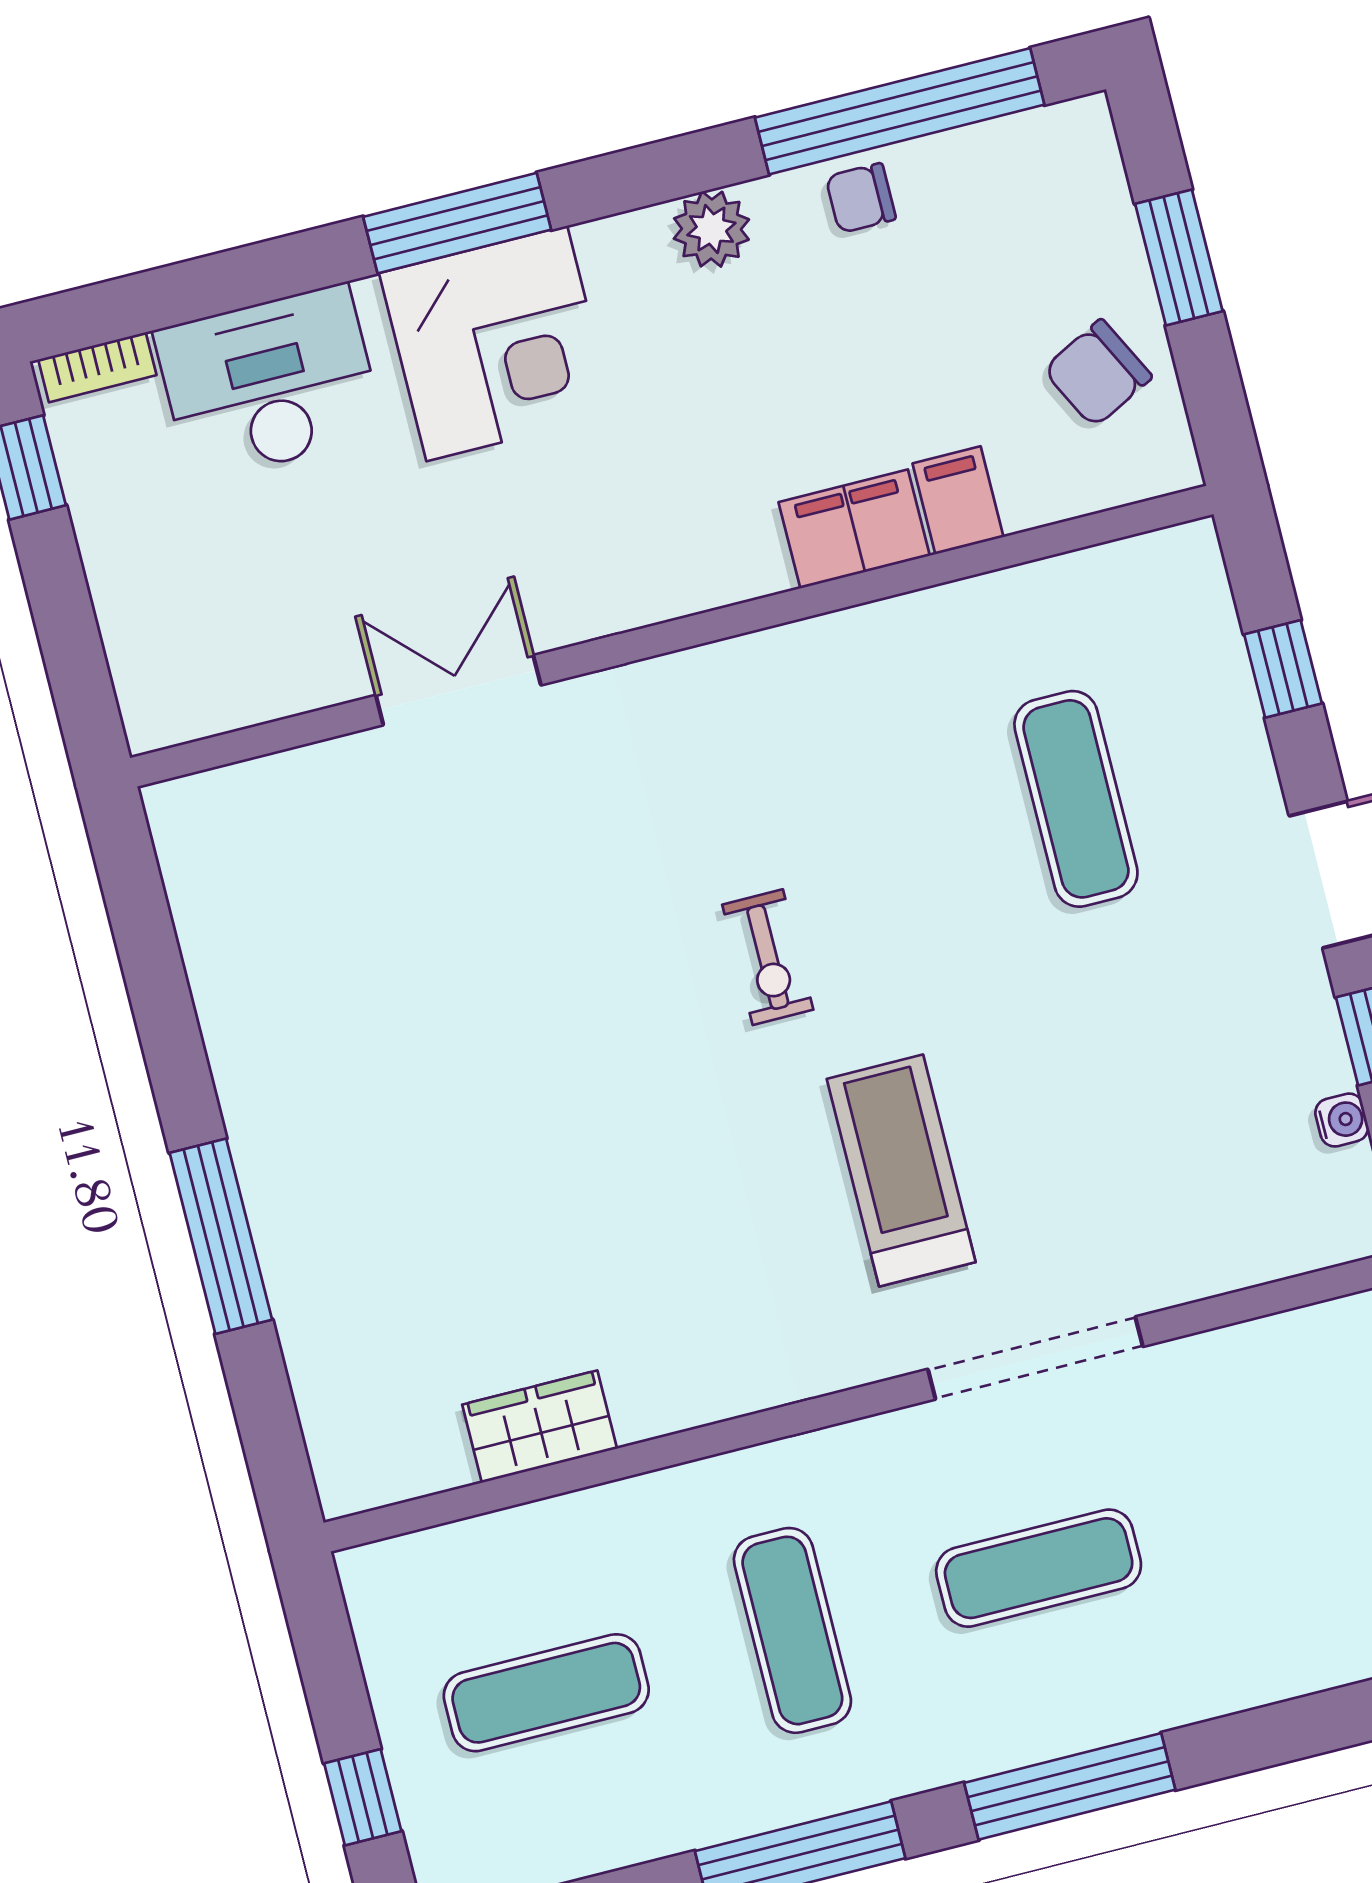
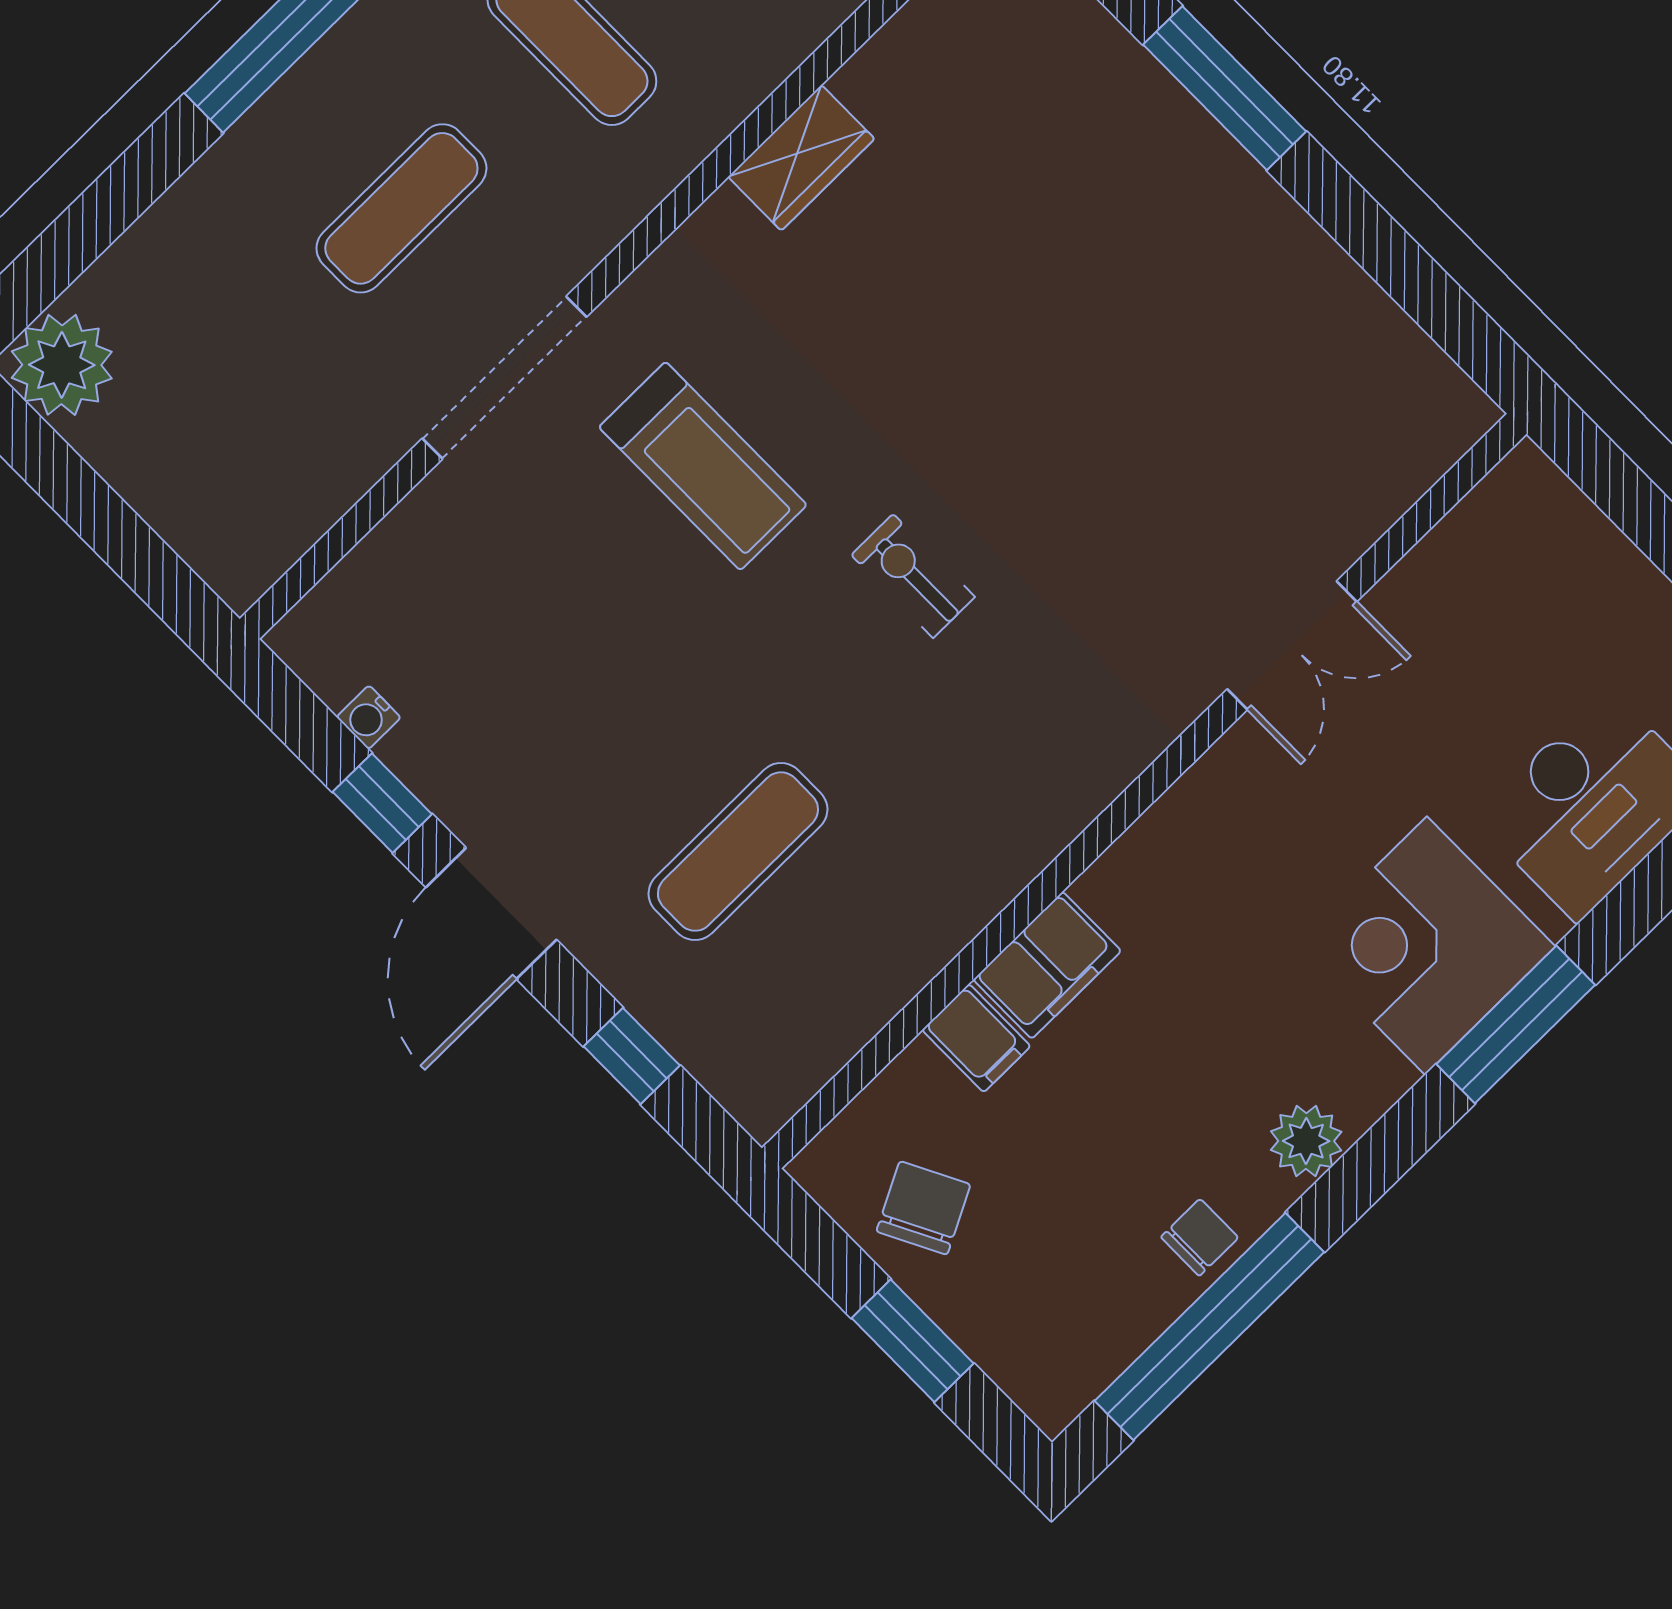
exercise mat: (1076, 799) -> (738, 852), turned 90
wardrobe: (540, 1427) -> (801, 158), moved

